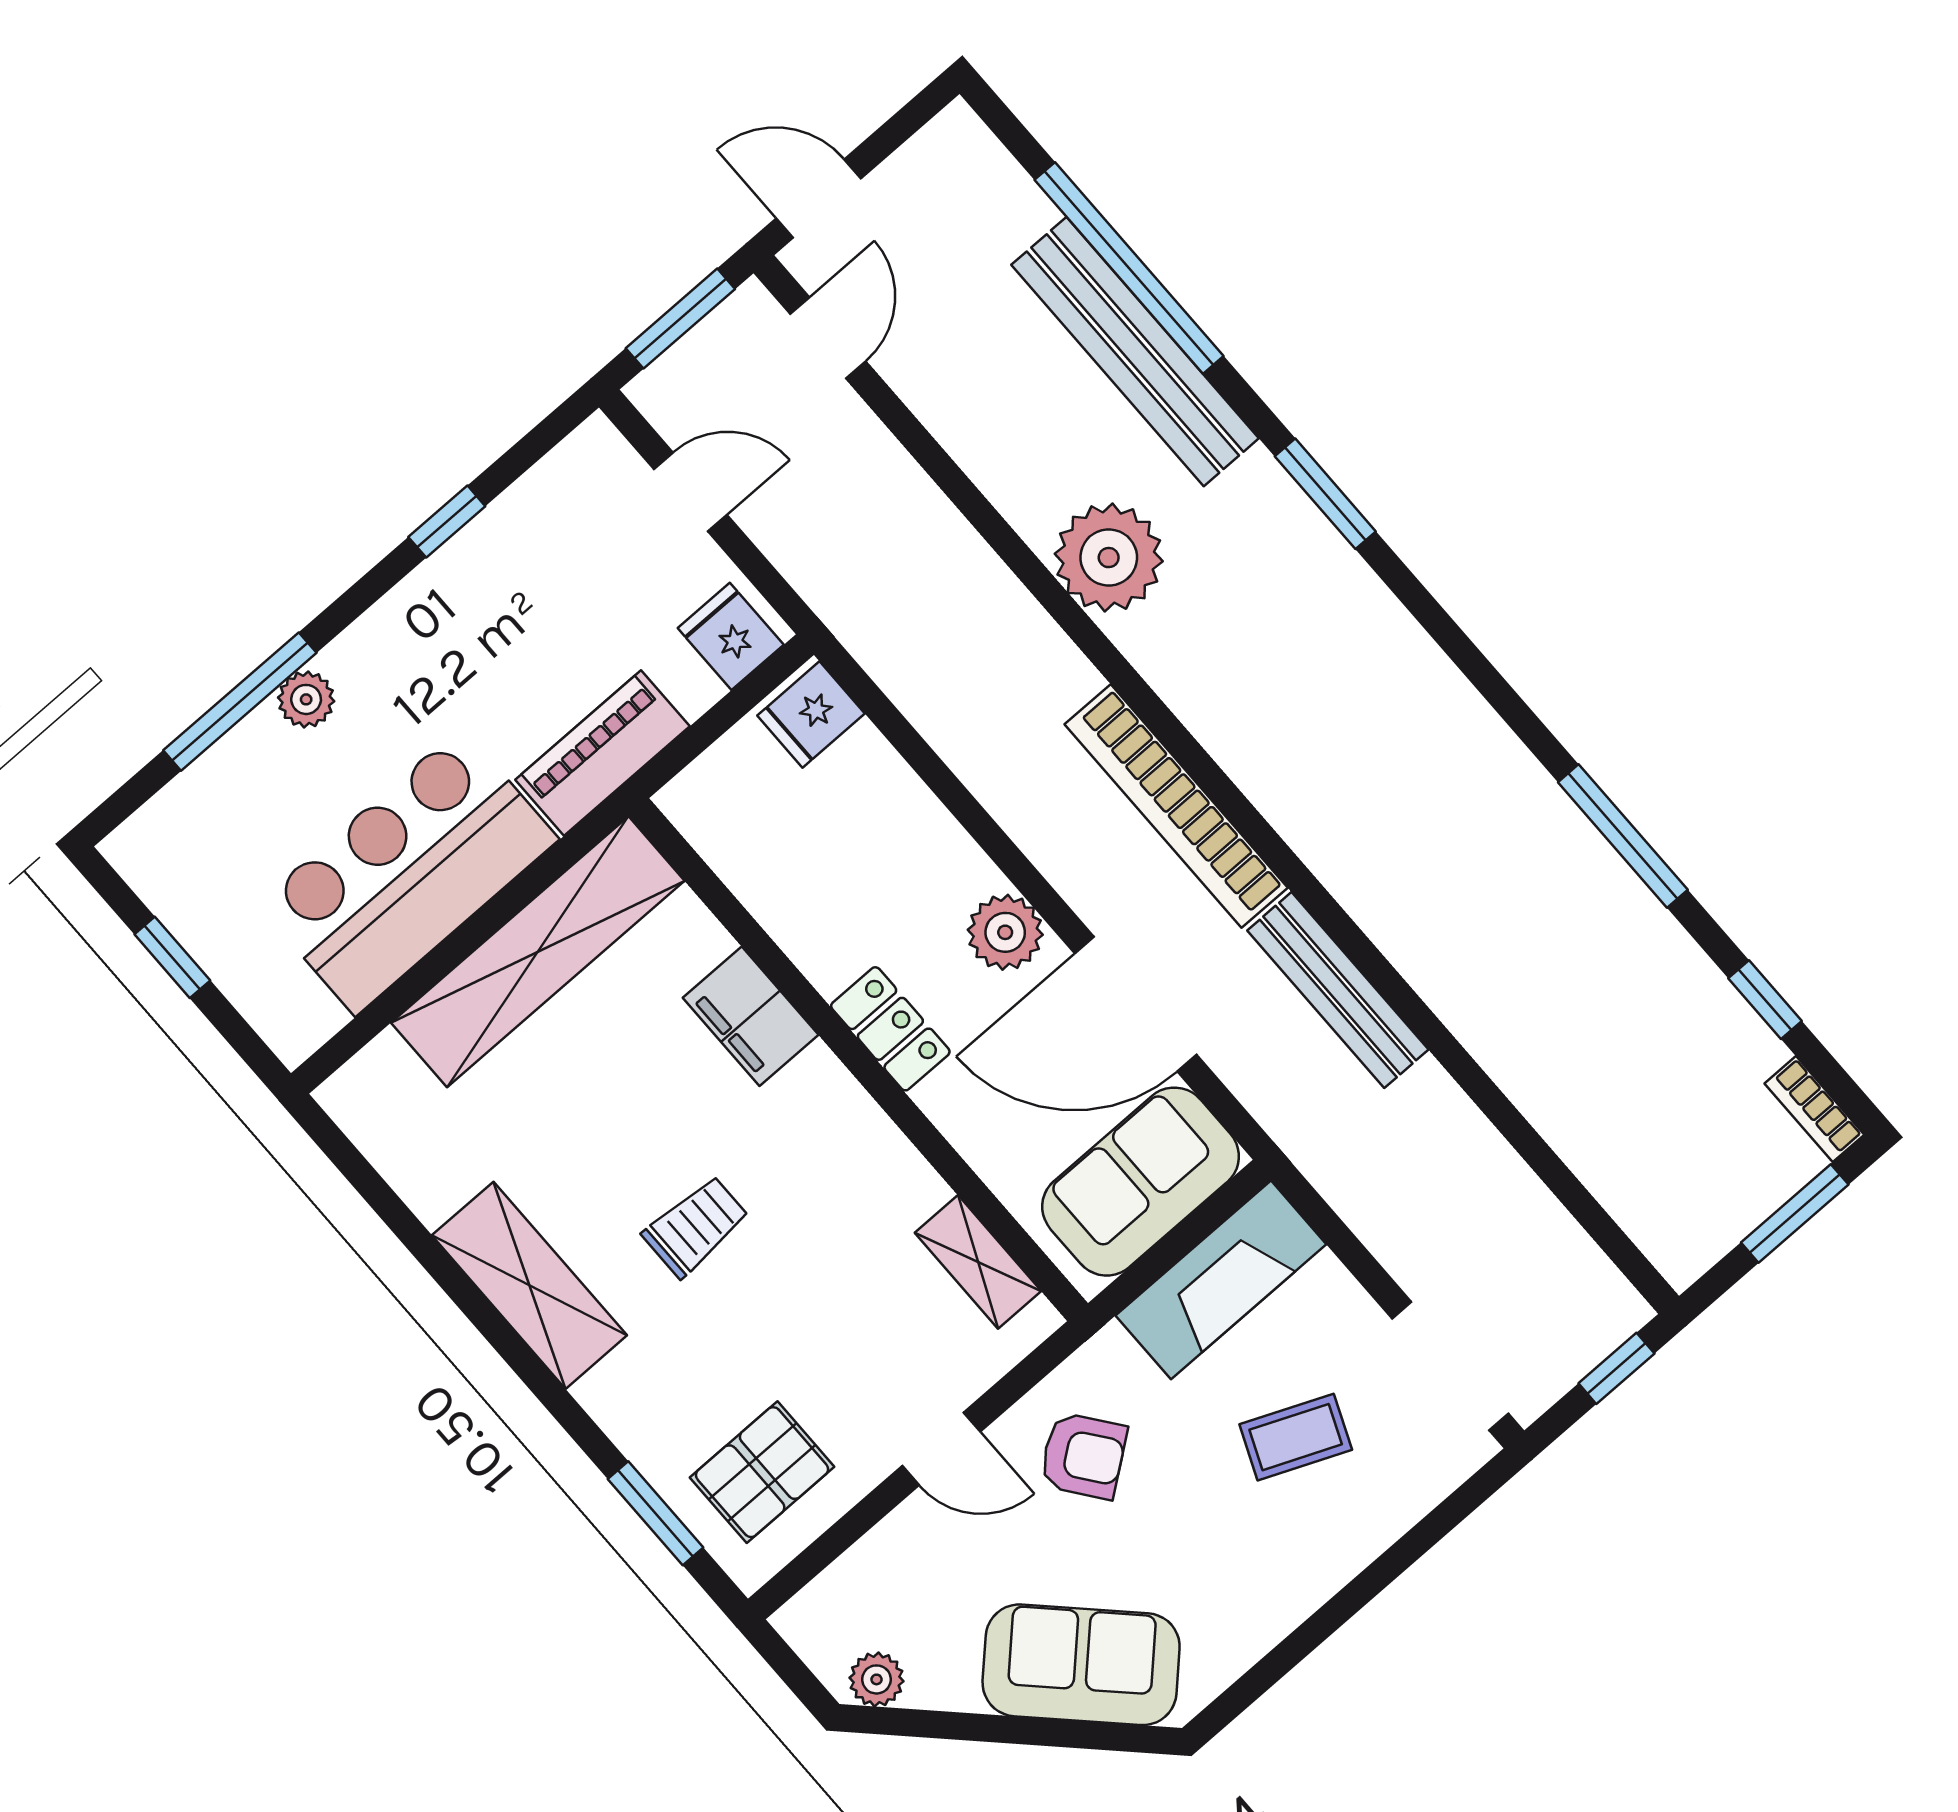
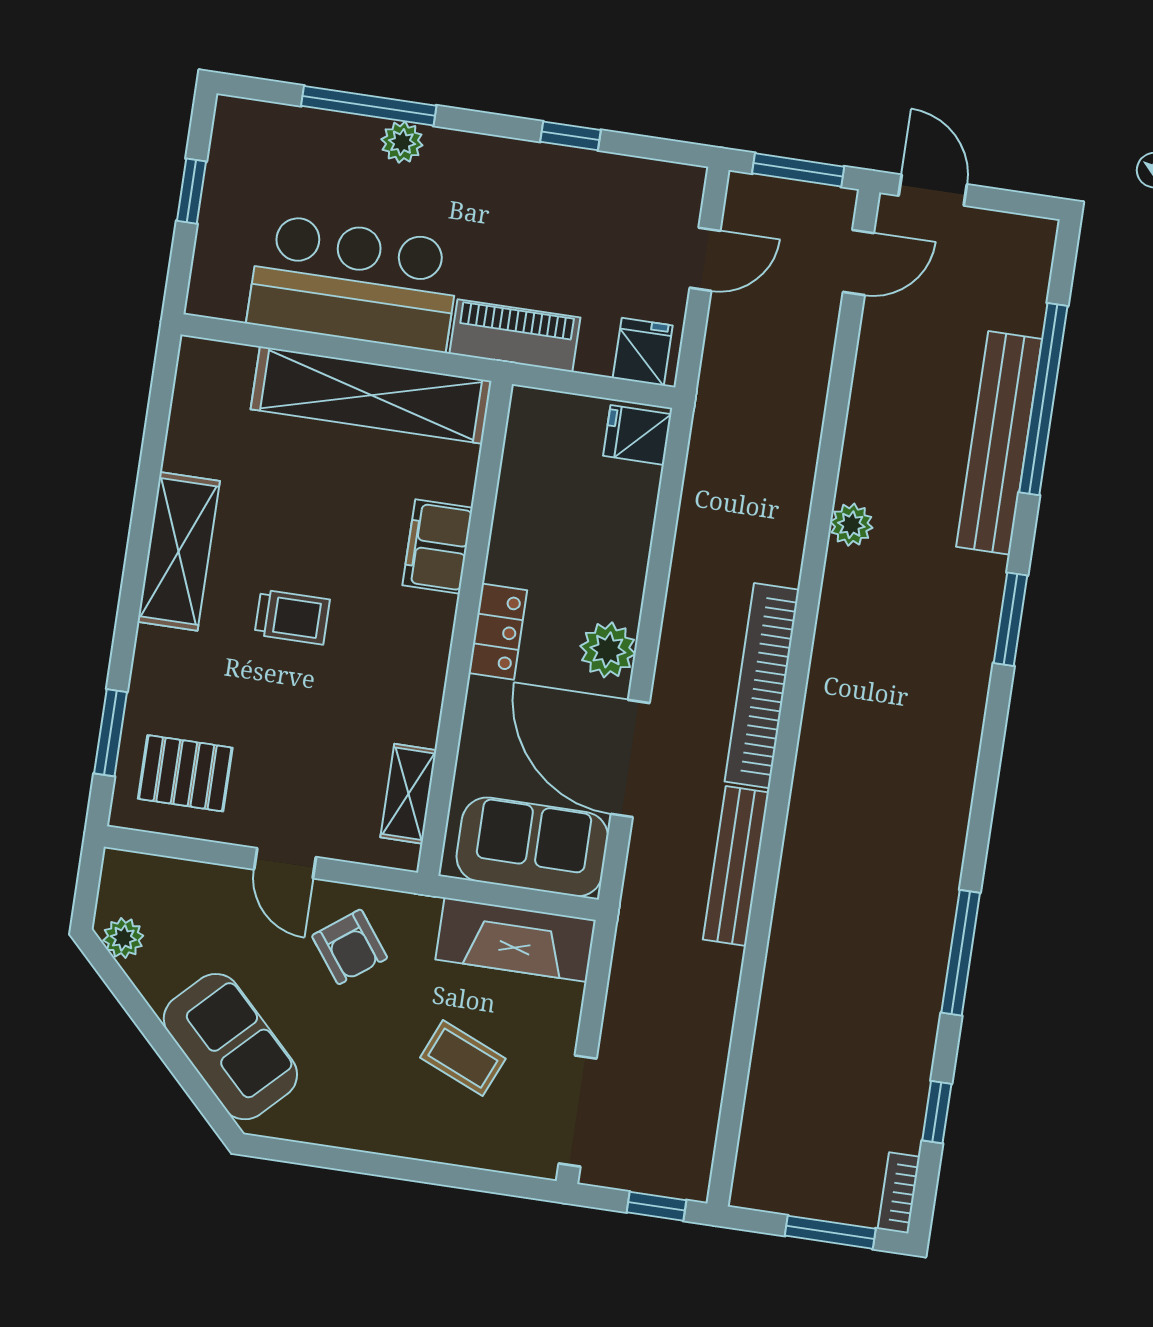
door: (690, 492) -> (705, 259), hinge flipped
plant: (1109, 558) -> (851, 525), width x0.53, depth x0.53

